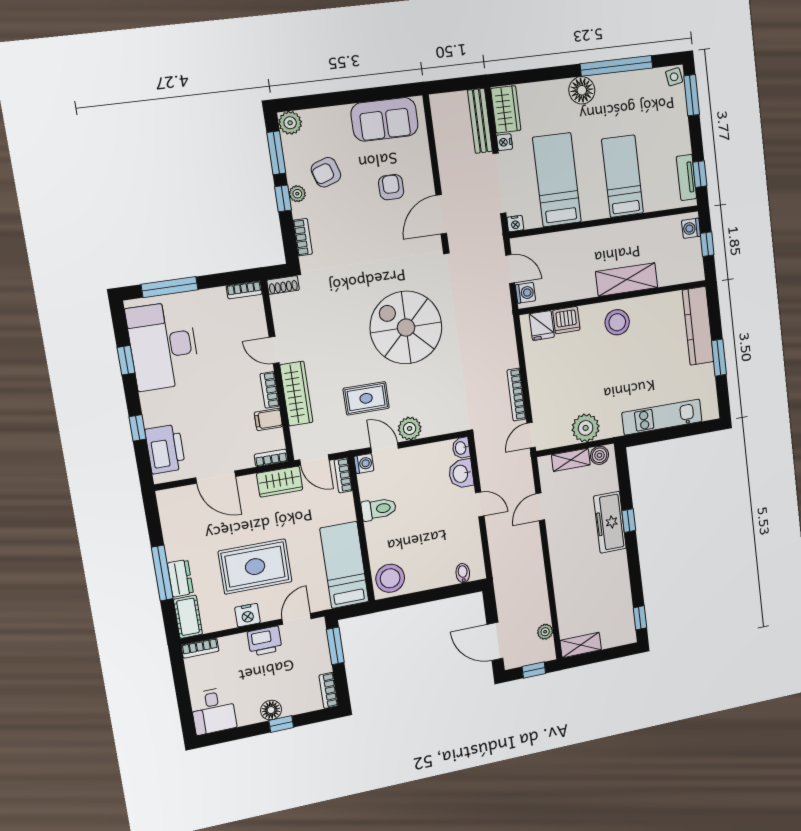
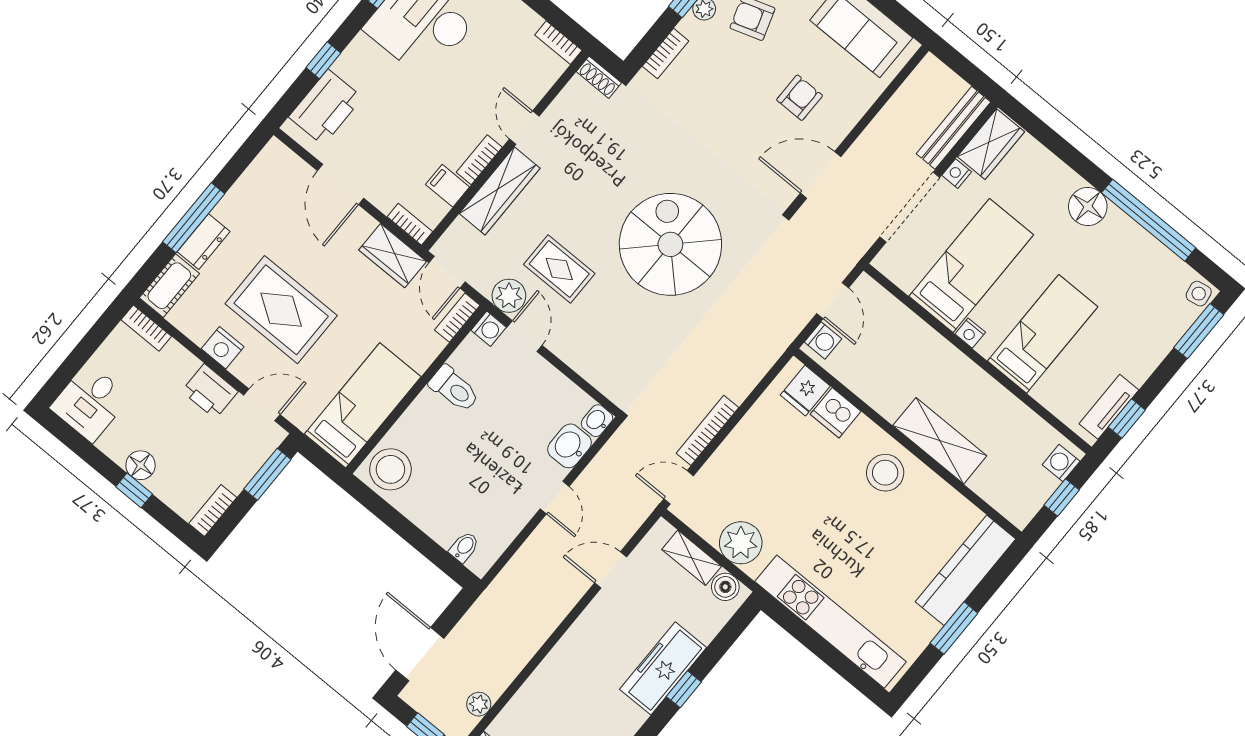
nightstand: (515, 224) -> (970, 333), moved
kitchen unit: (662, 417) -> (830, 622), width x1.36
plant: (410, 428) -> (509, 296), moved

